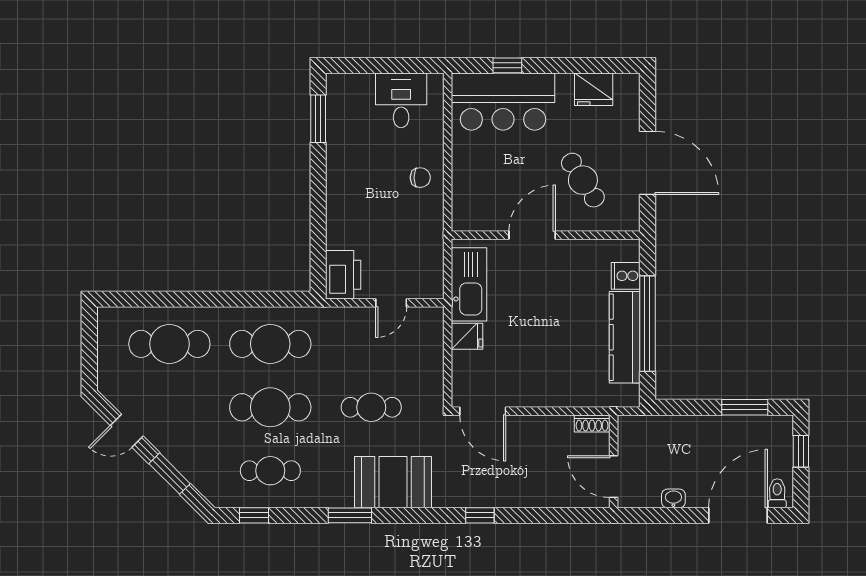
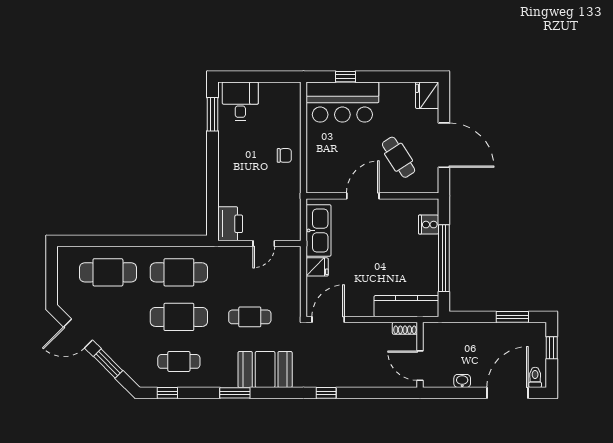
fridge: (594, 89) -> (427, 95), moved, turned 90
desk: (401, 100) -> (240, 101), moved
kitchen counter: (625, 337) -> (406, 306), moved, turned 90
door: (483, 411) -> (328, 320), swing flipped
door: (127, 431) -> (78, 333), width x1.38

